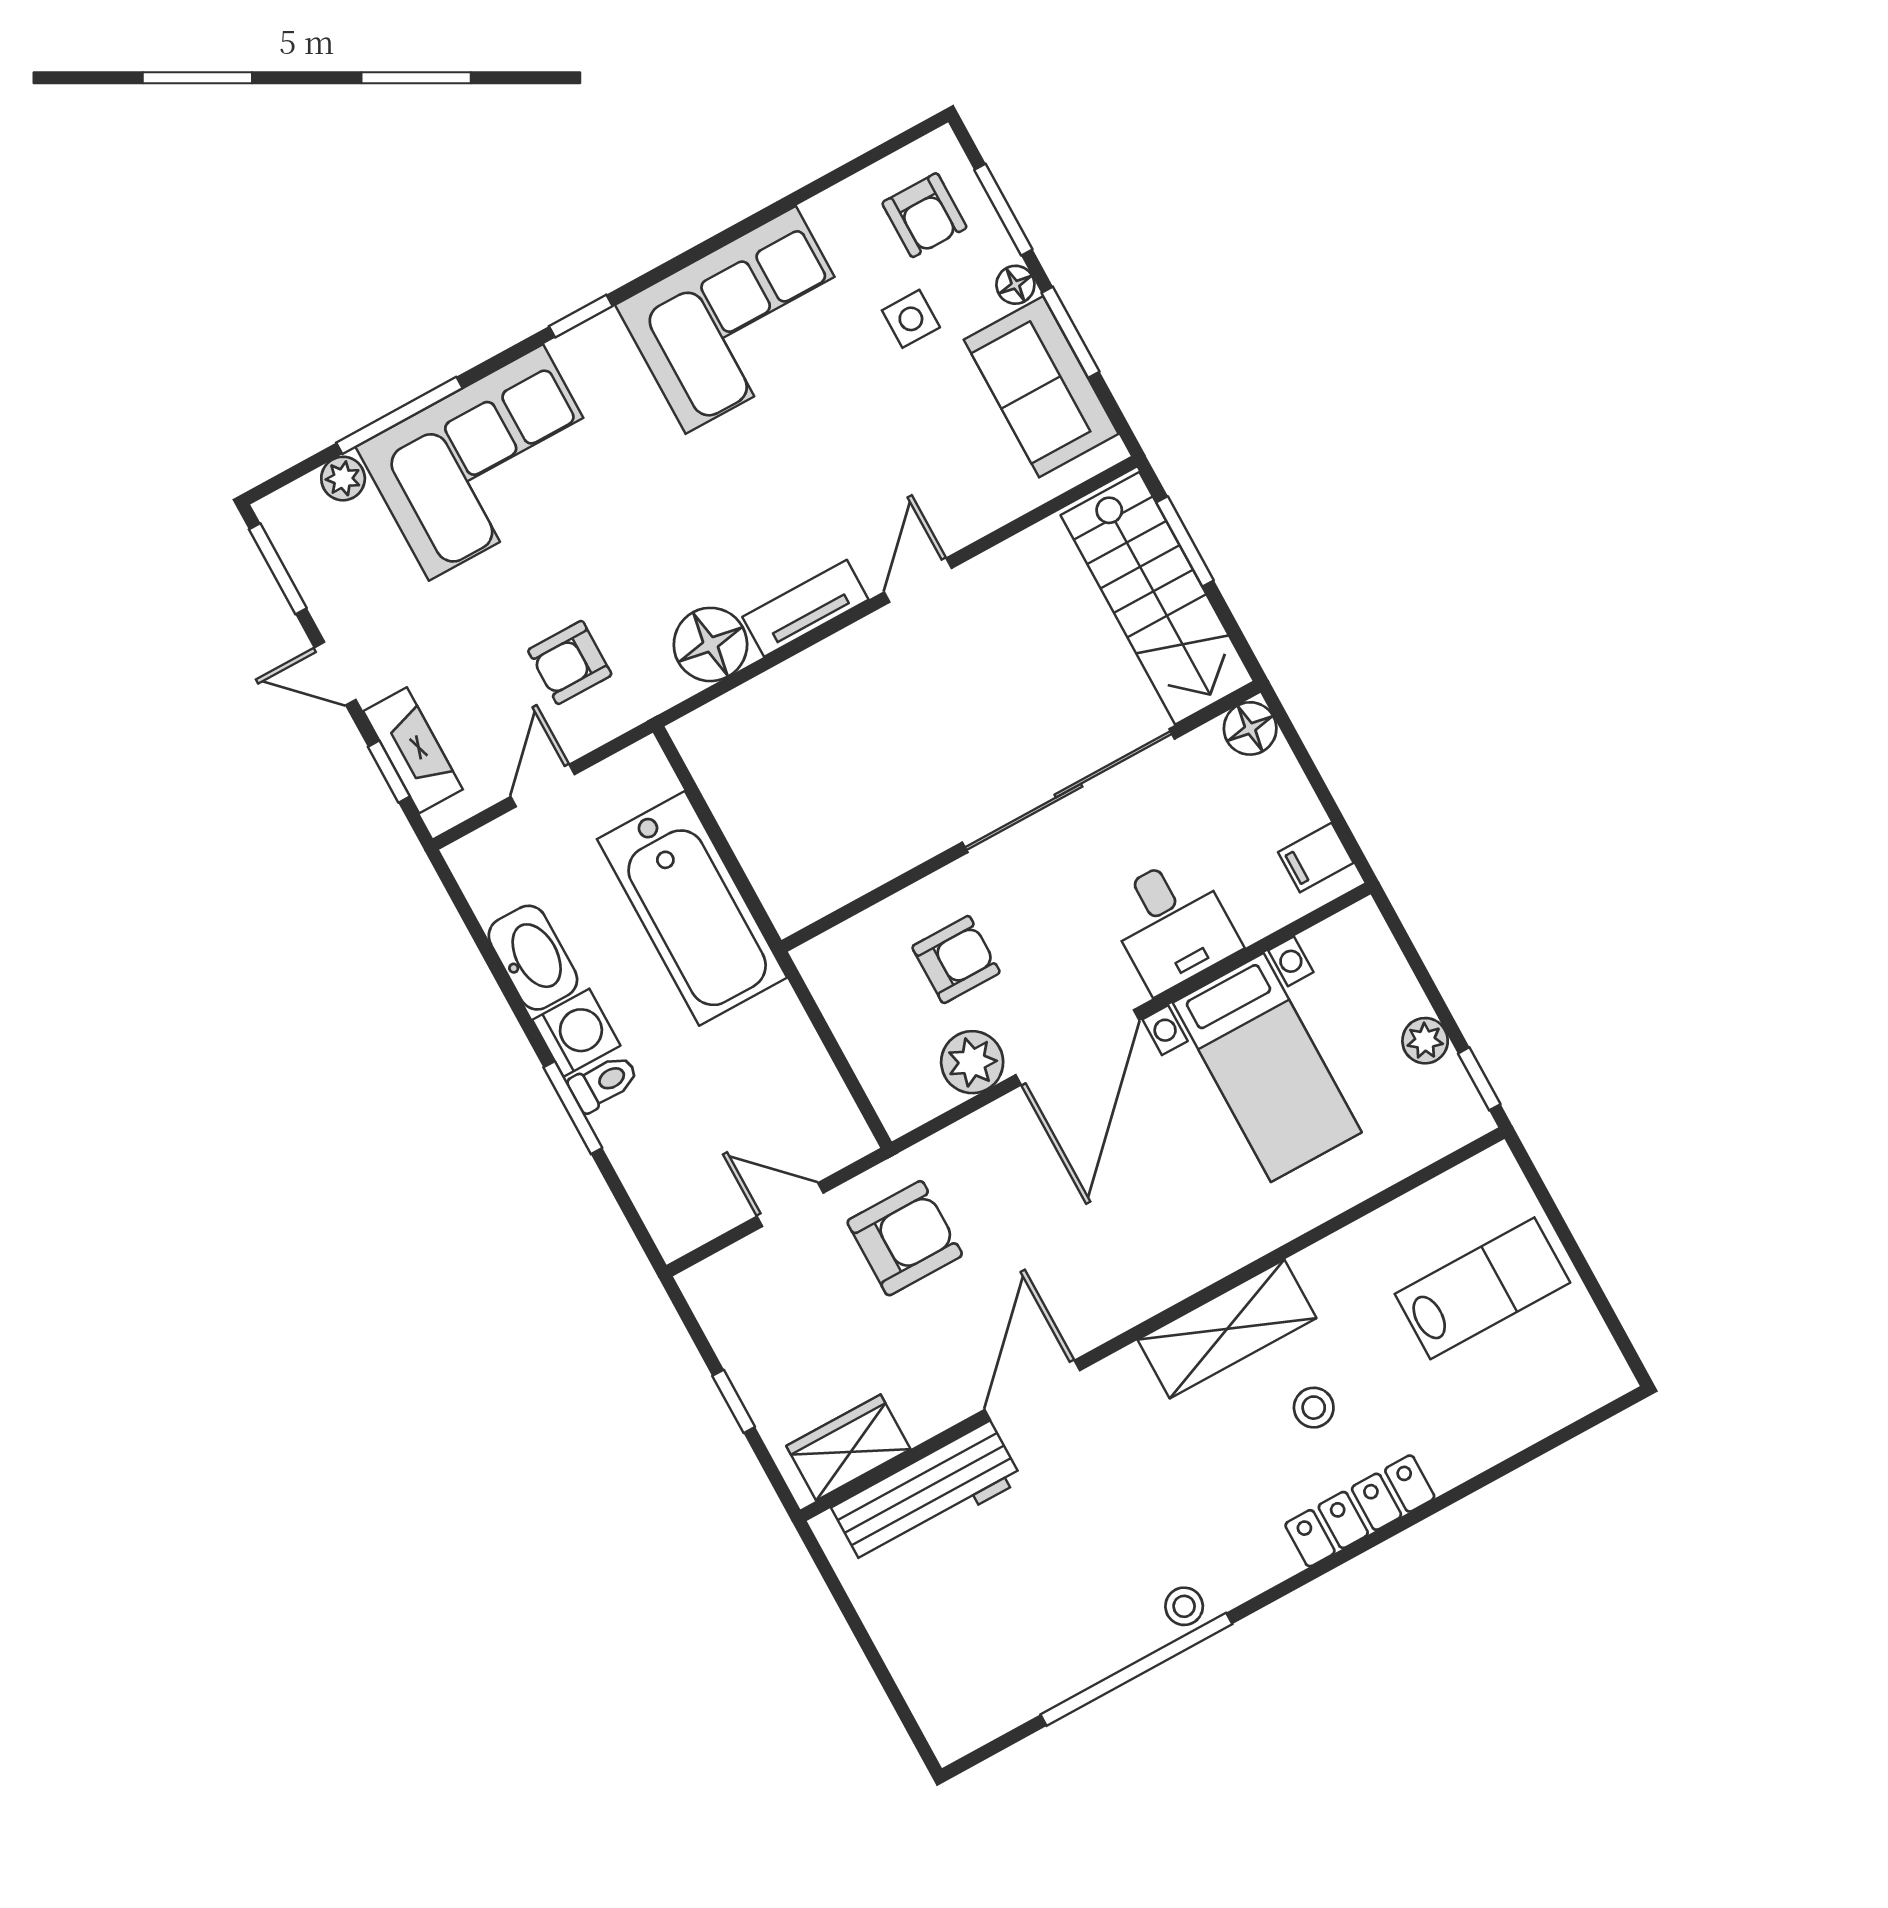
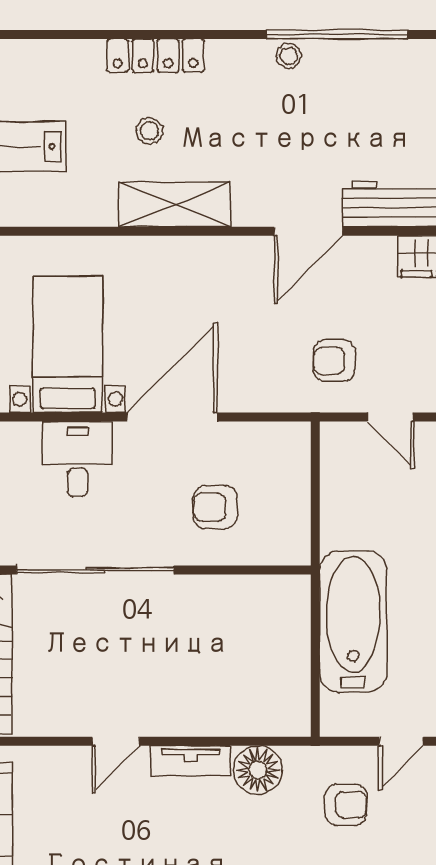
plant: (972, 1062) -> (238, 442), removed
armchair: (905, 1238) -> (334, 361), width x0.72, depth x0.72

